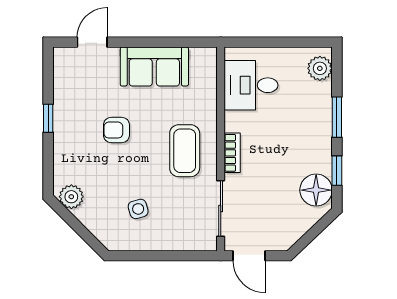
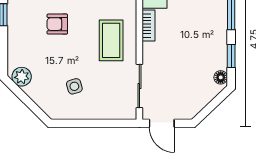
bookcase: (232, 153) -> (148, 26), moved
floor lamp: (316, 190) -> (221, 77), width x0.53, depth x0.53

